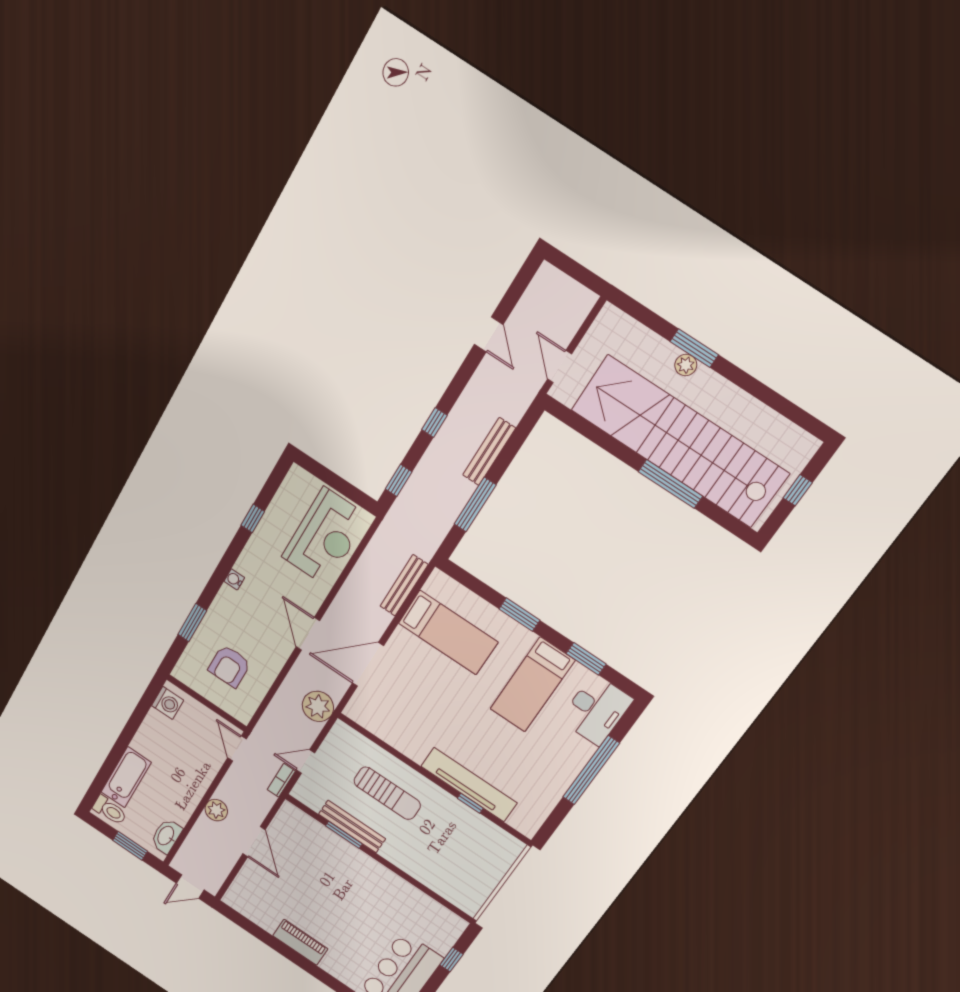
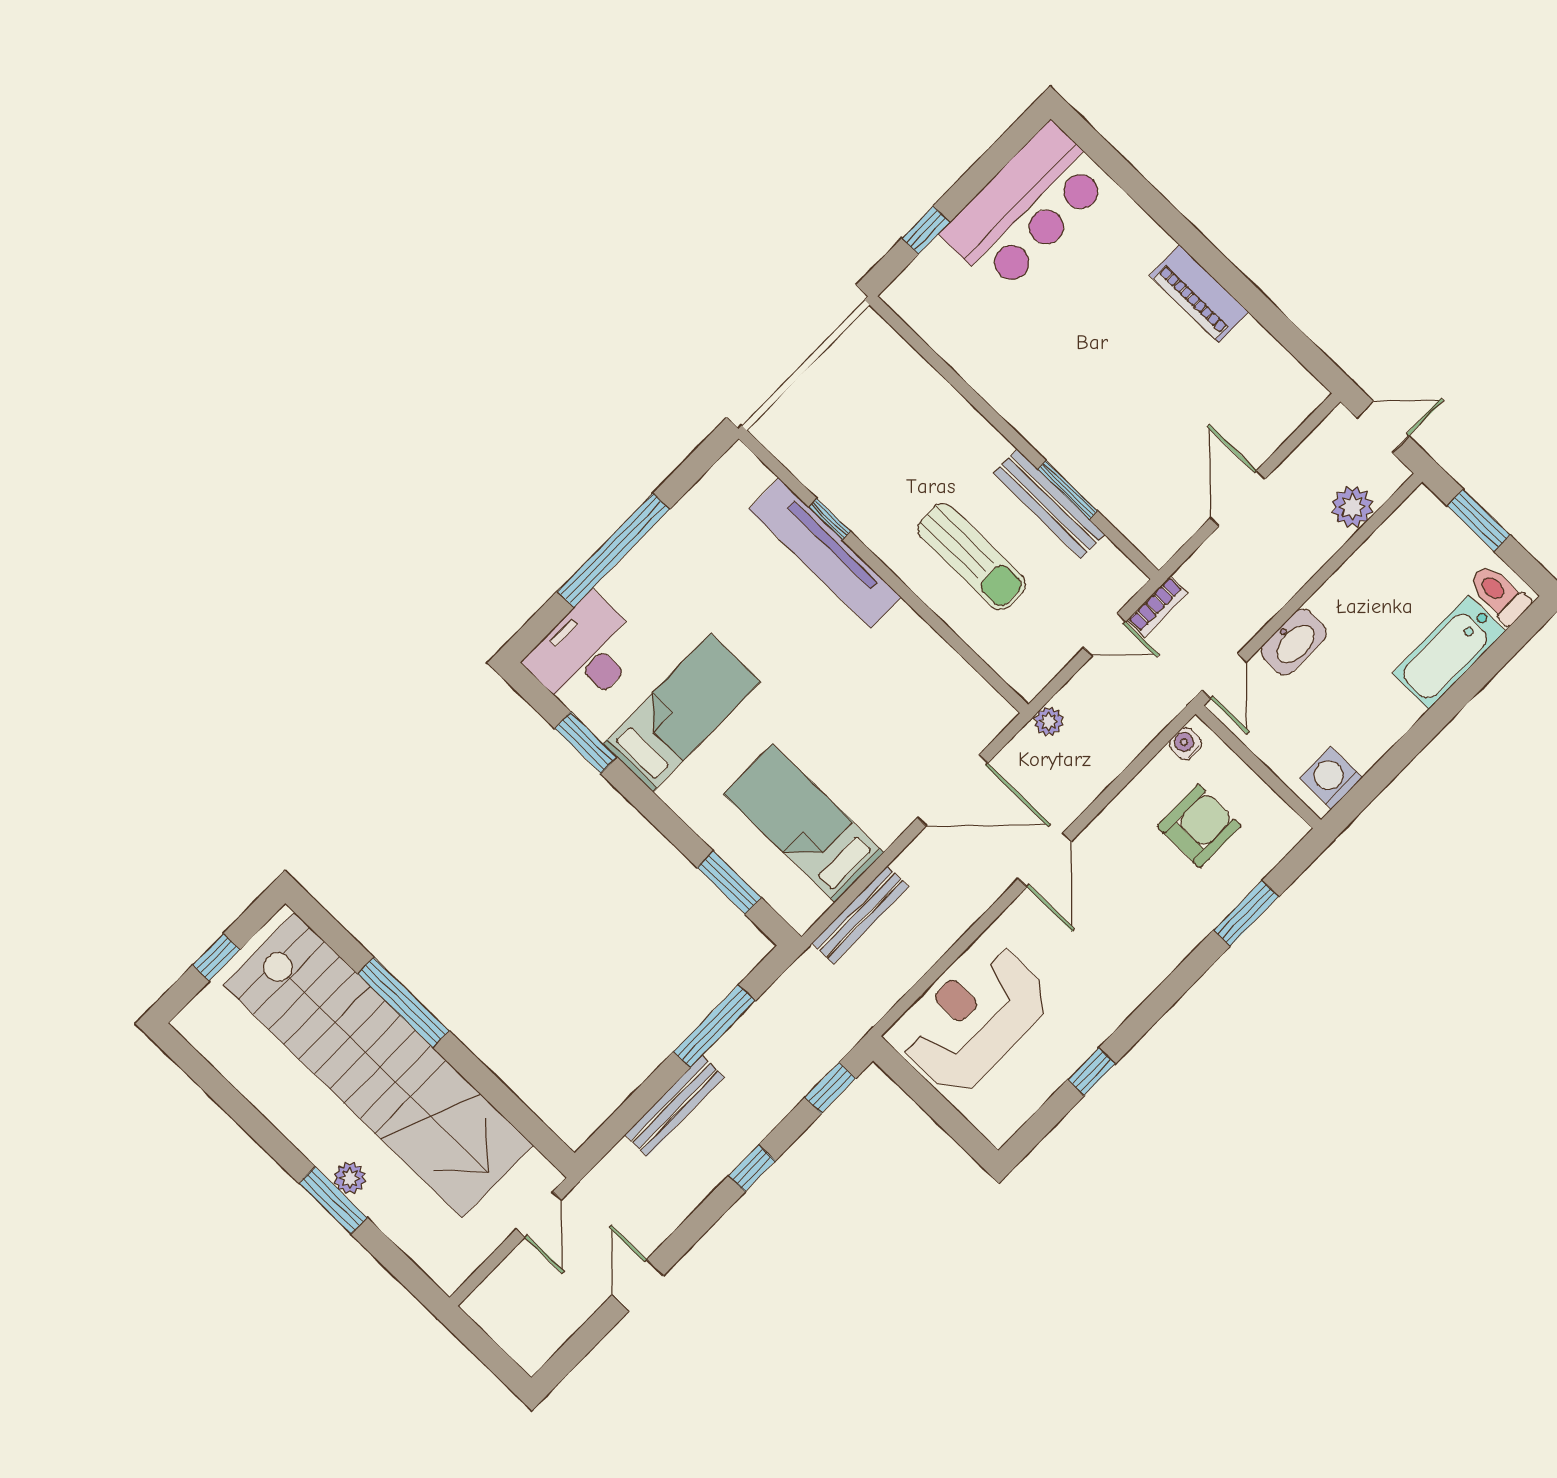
water cooler: (234, 579) -> (1186, 744), moved, turned 180
window: (519, 615) -> (729, 883), moved
plant: (318, 706) -> (1049, 721), width x0.53, depth x0.53
sun lounger: (387, 793) -> (972, 557), turned 180
plant: (216, 810) -> (1352, 507), moved
washbasin: (166, 836) -> (1294, 642), moved

